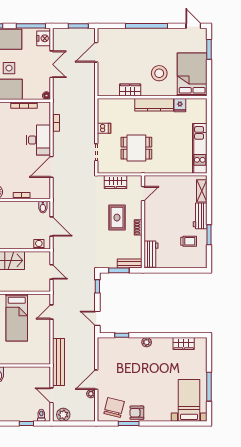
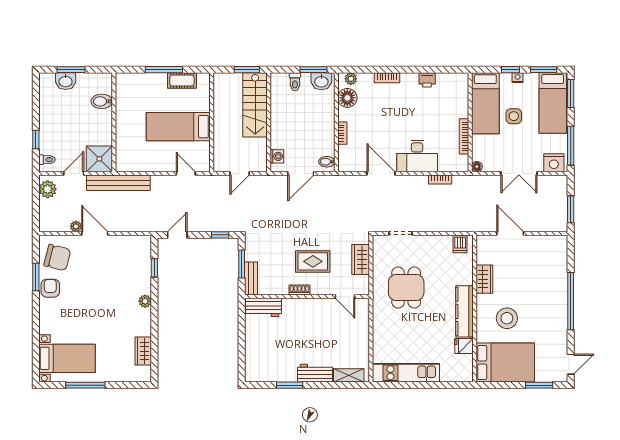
door: (96, 52) -> (510, 233), moved
dishwasher: (104, 128) -> (460, 244), moved
trolley: (189, 241) -> (281, 358), removed
shower: (41, 376) -> (99, 159), added

